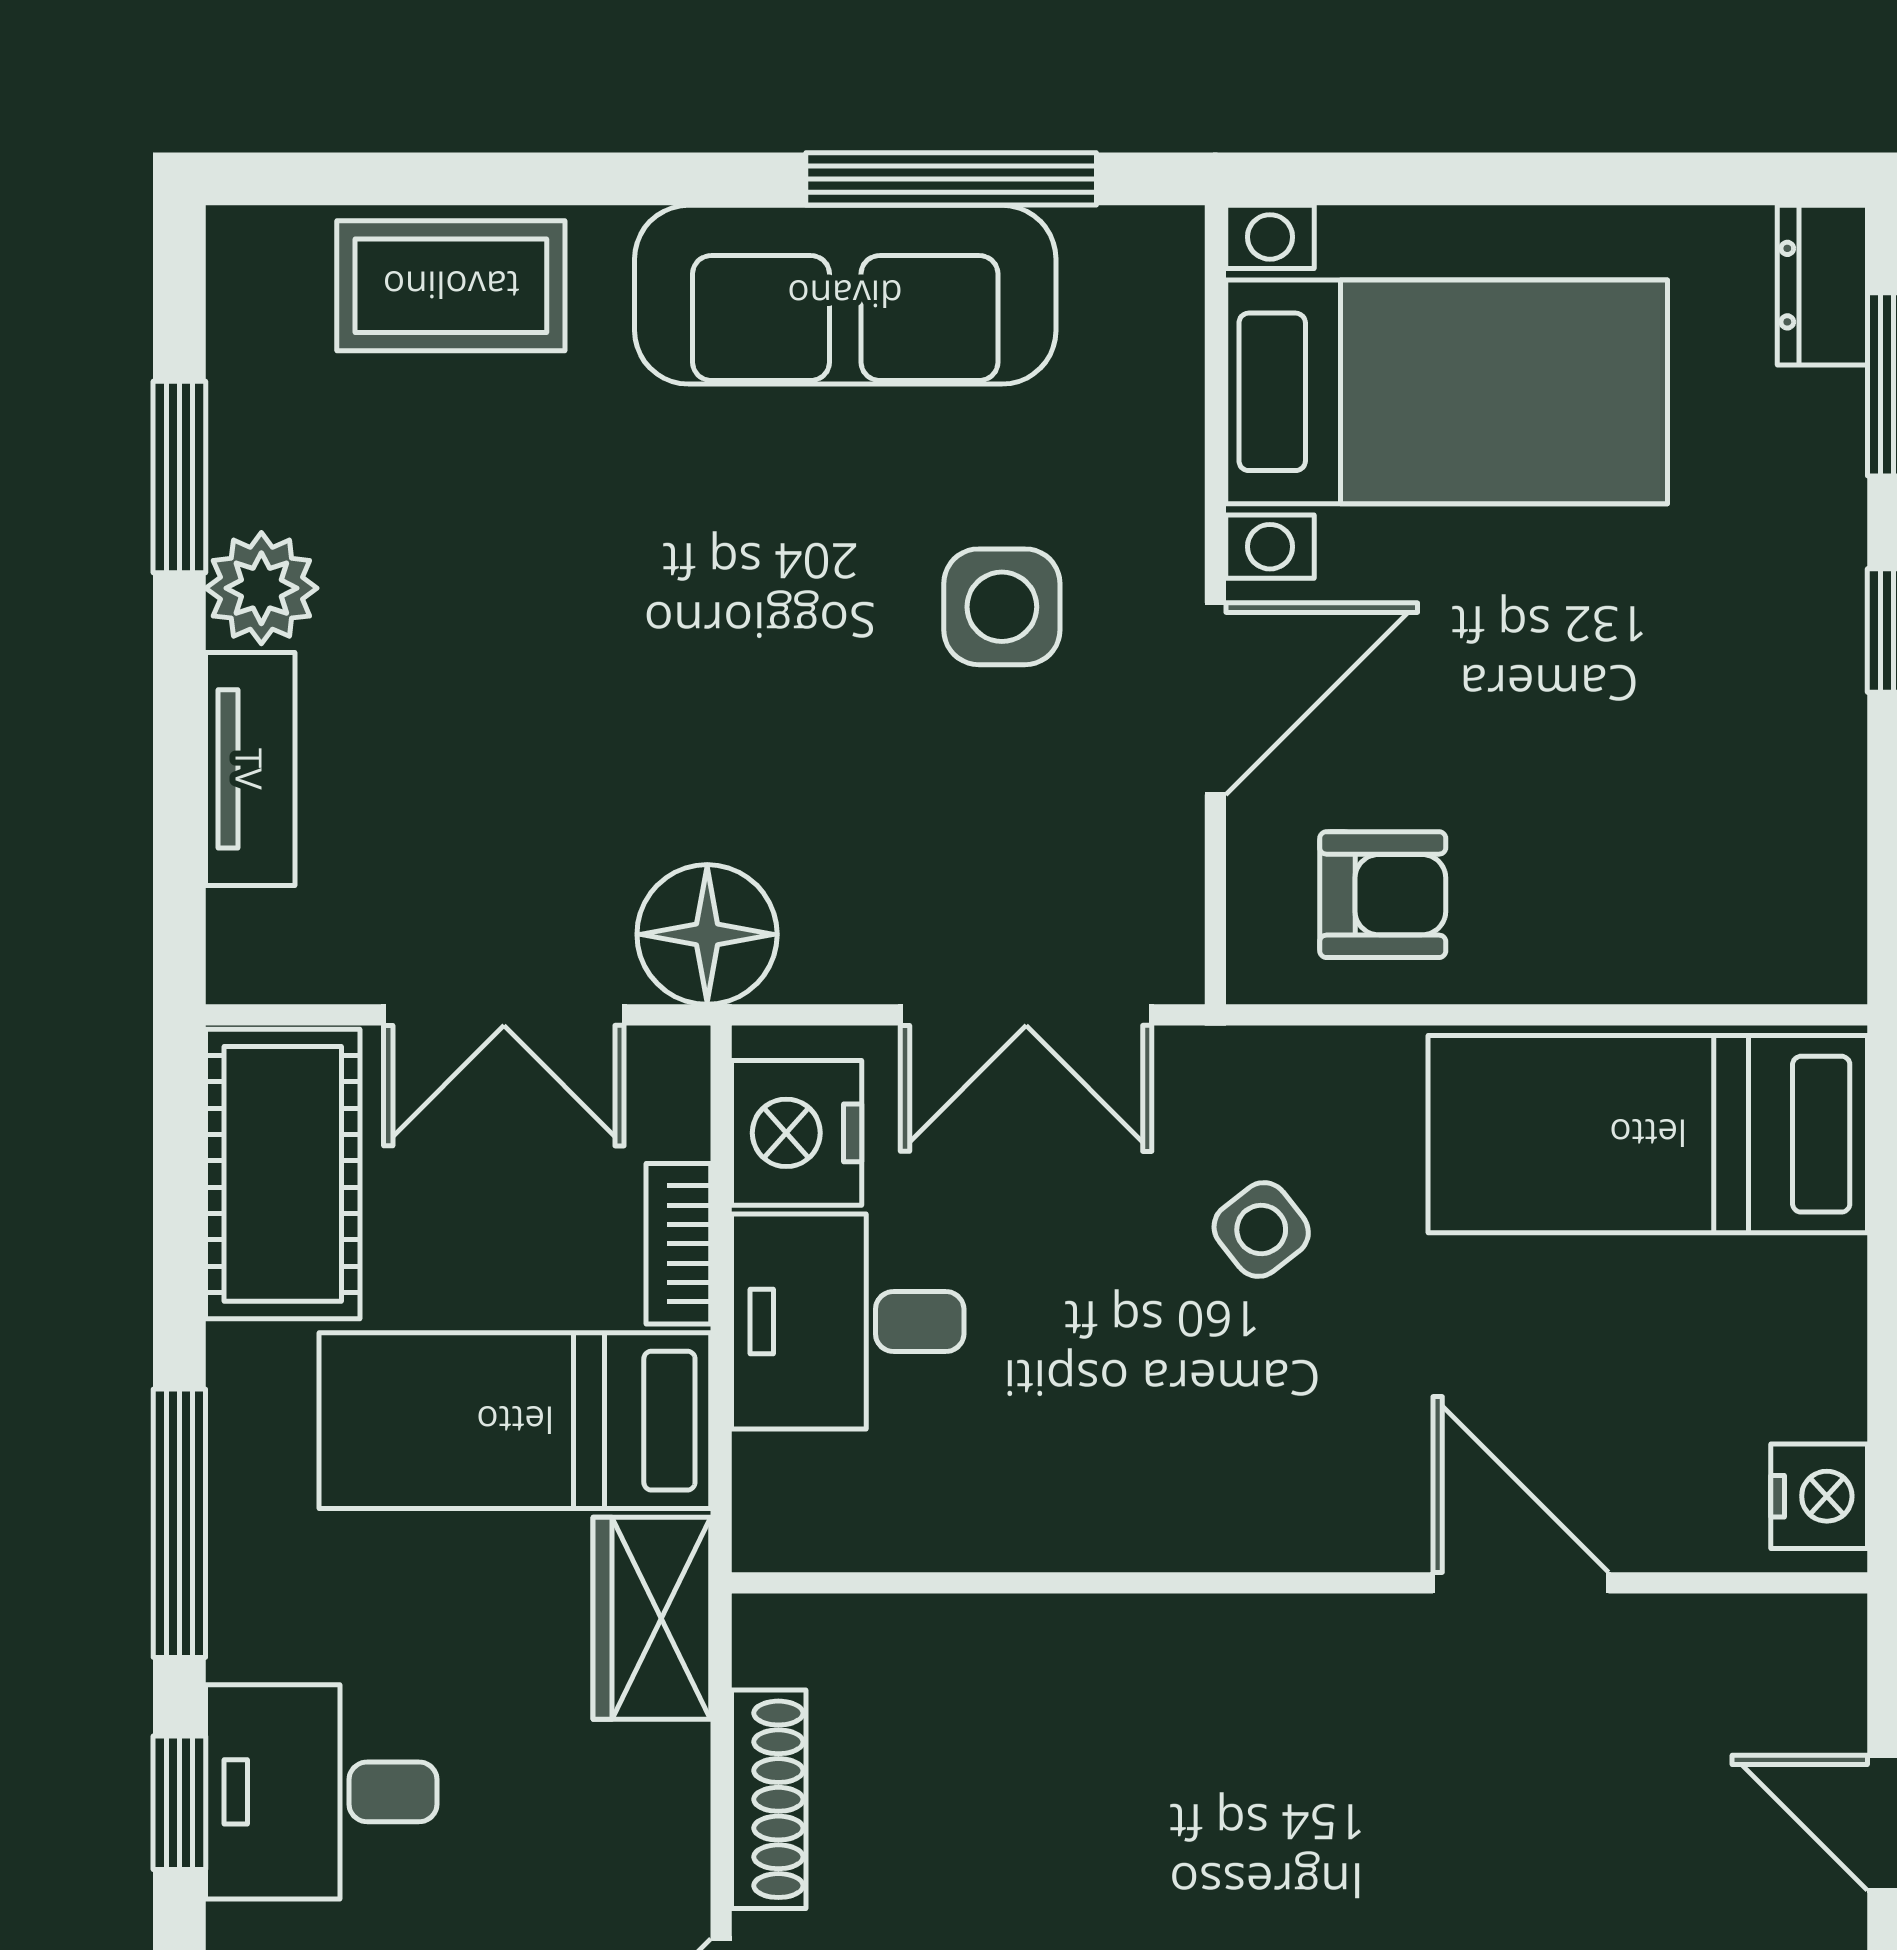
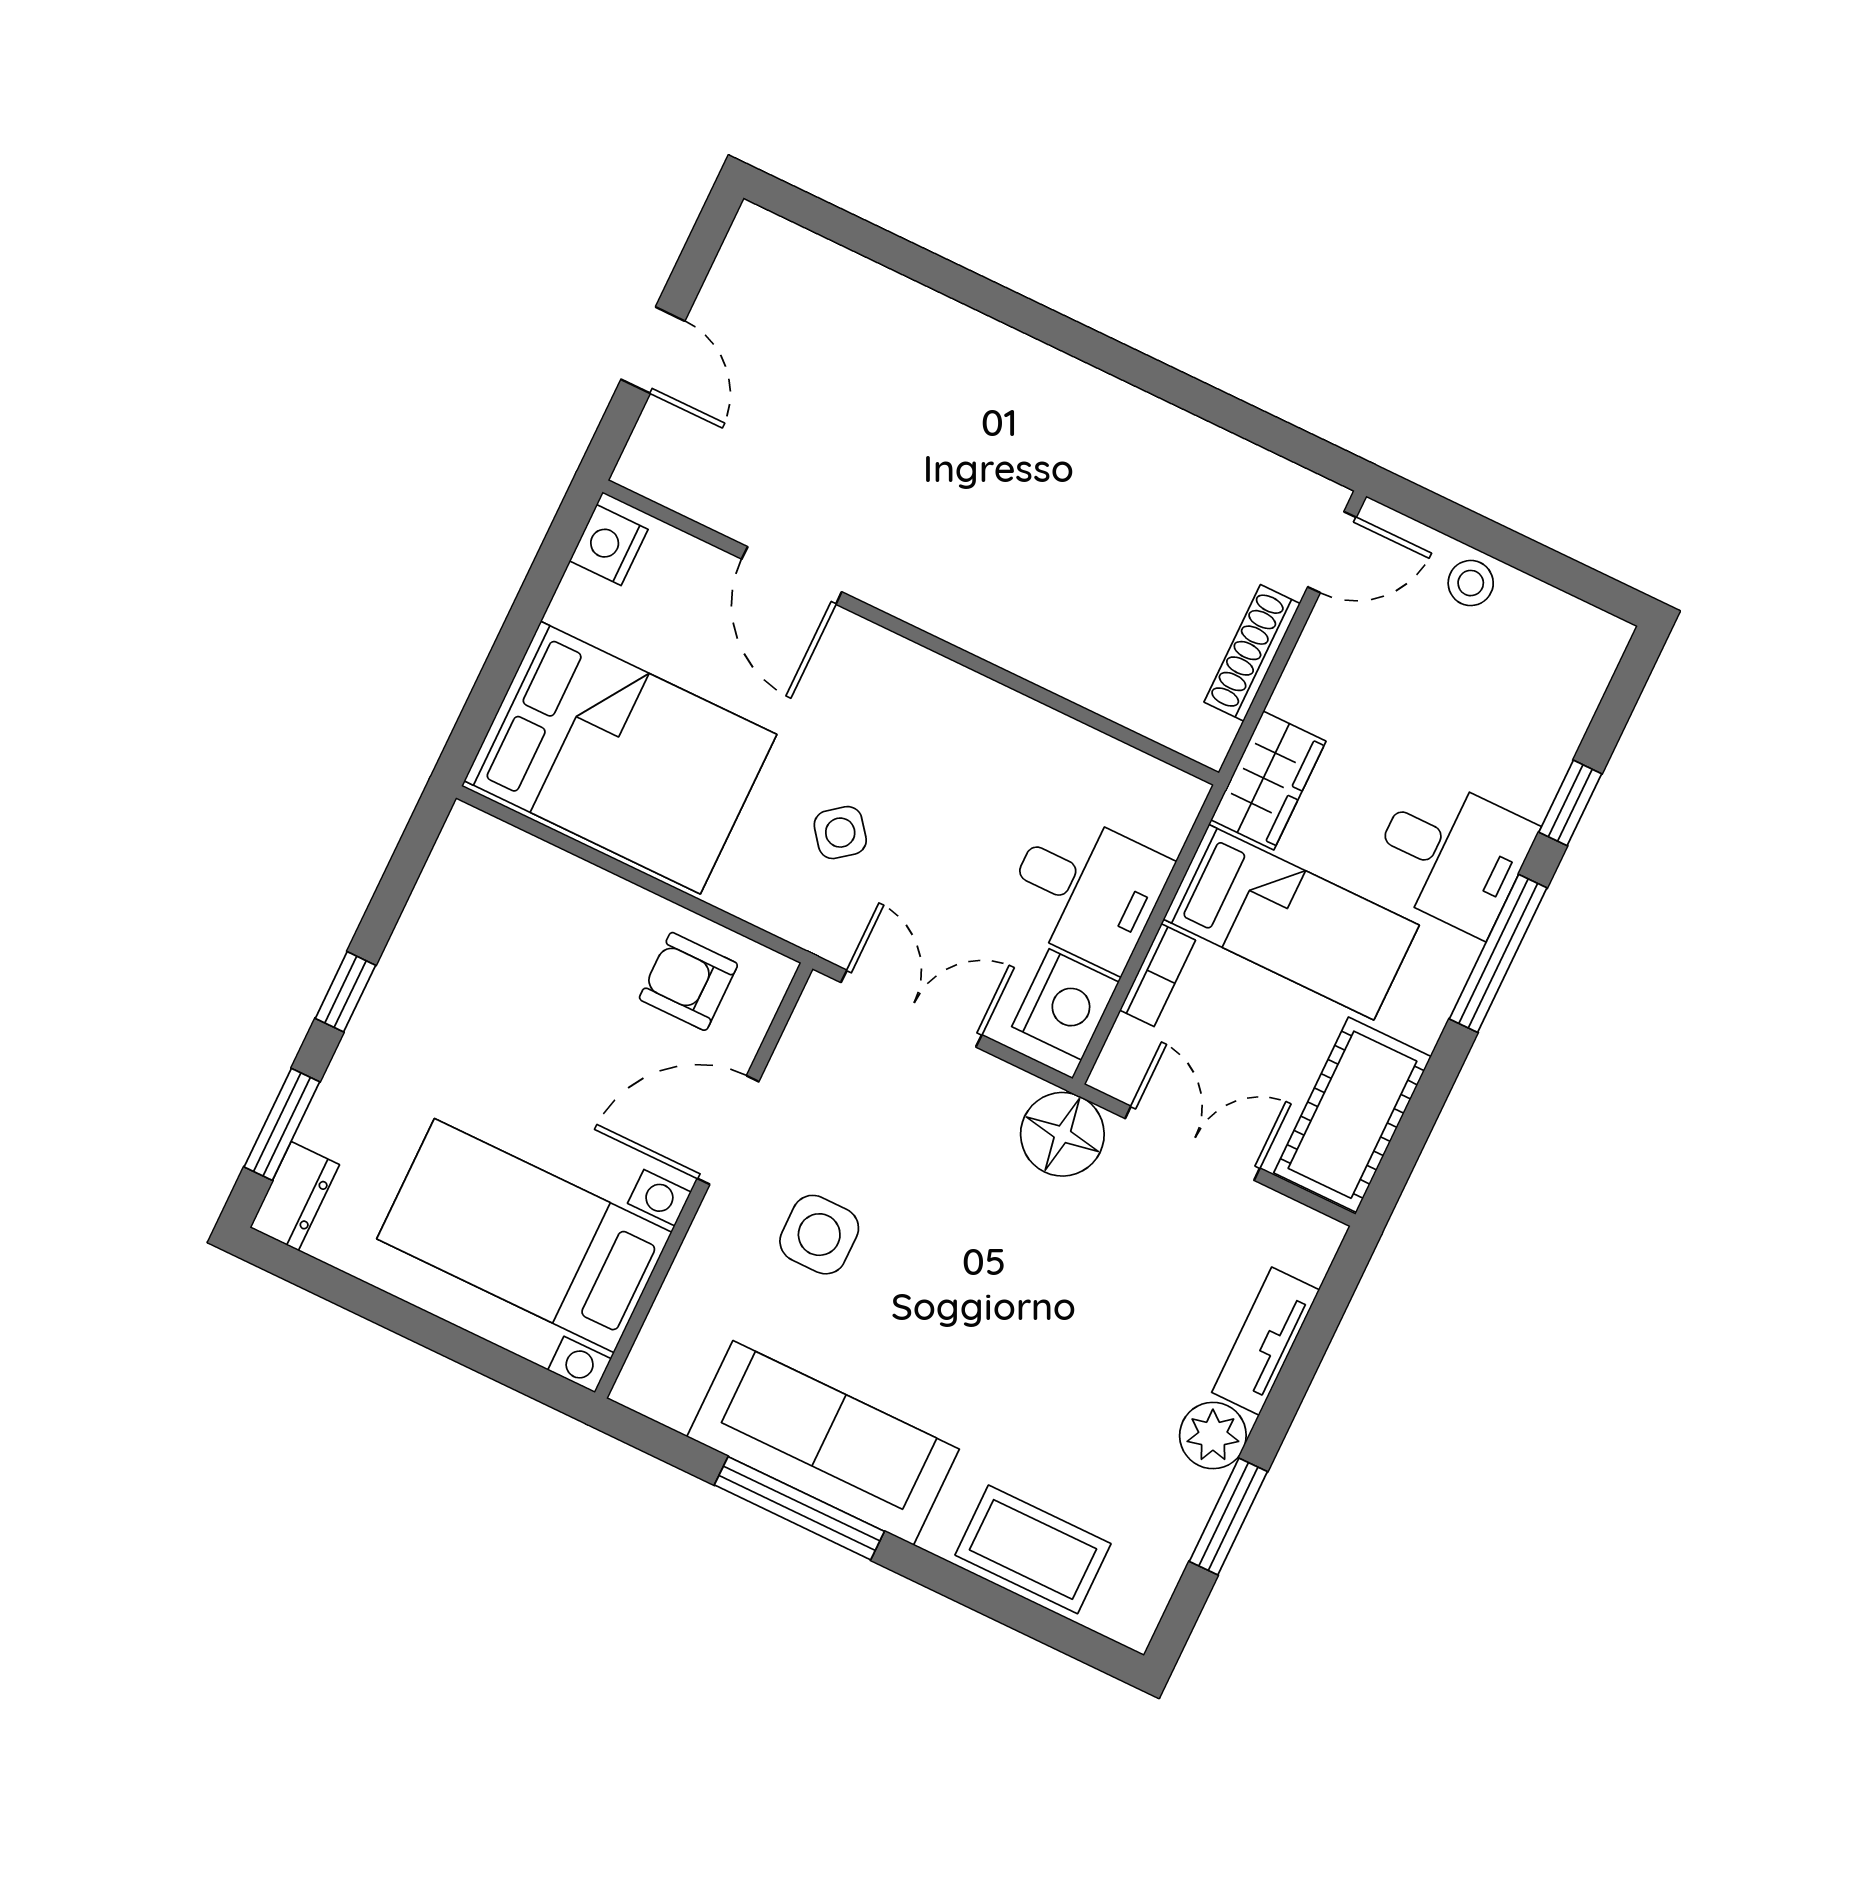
window: (951, 179) -> (799, 1508), moved
bed: (1648, 1134) -> (620, 758), width x1.50
desk: (321, 1792) -> (1452, 855), moved

